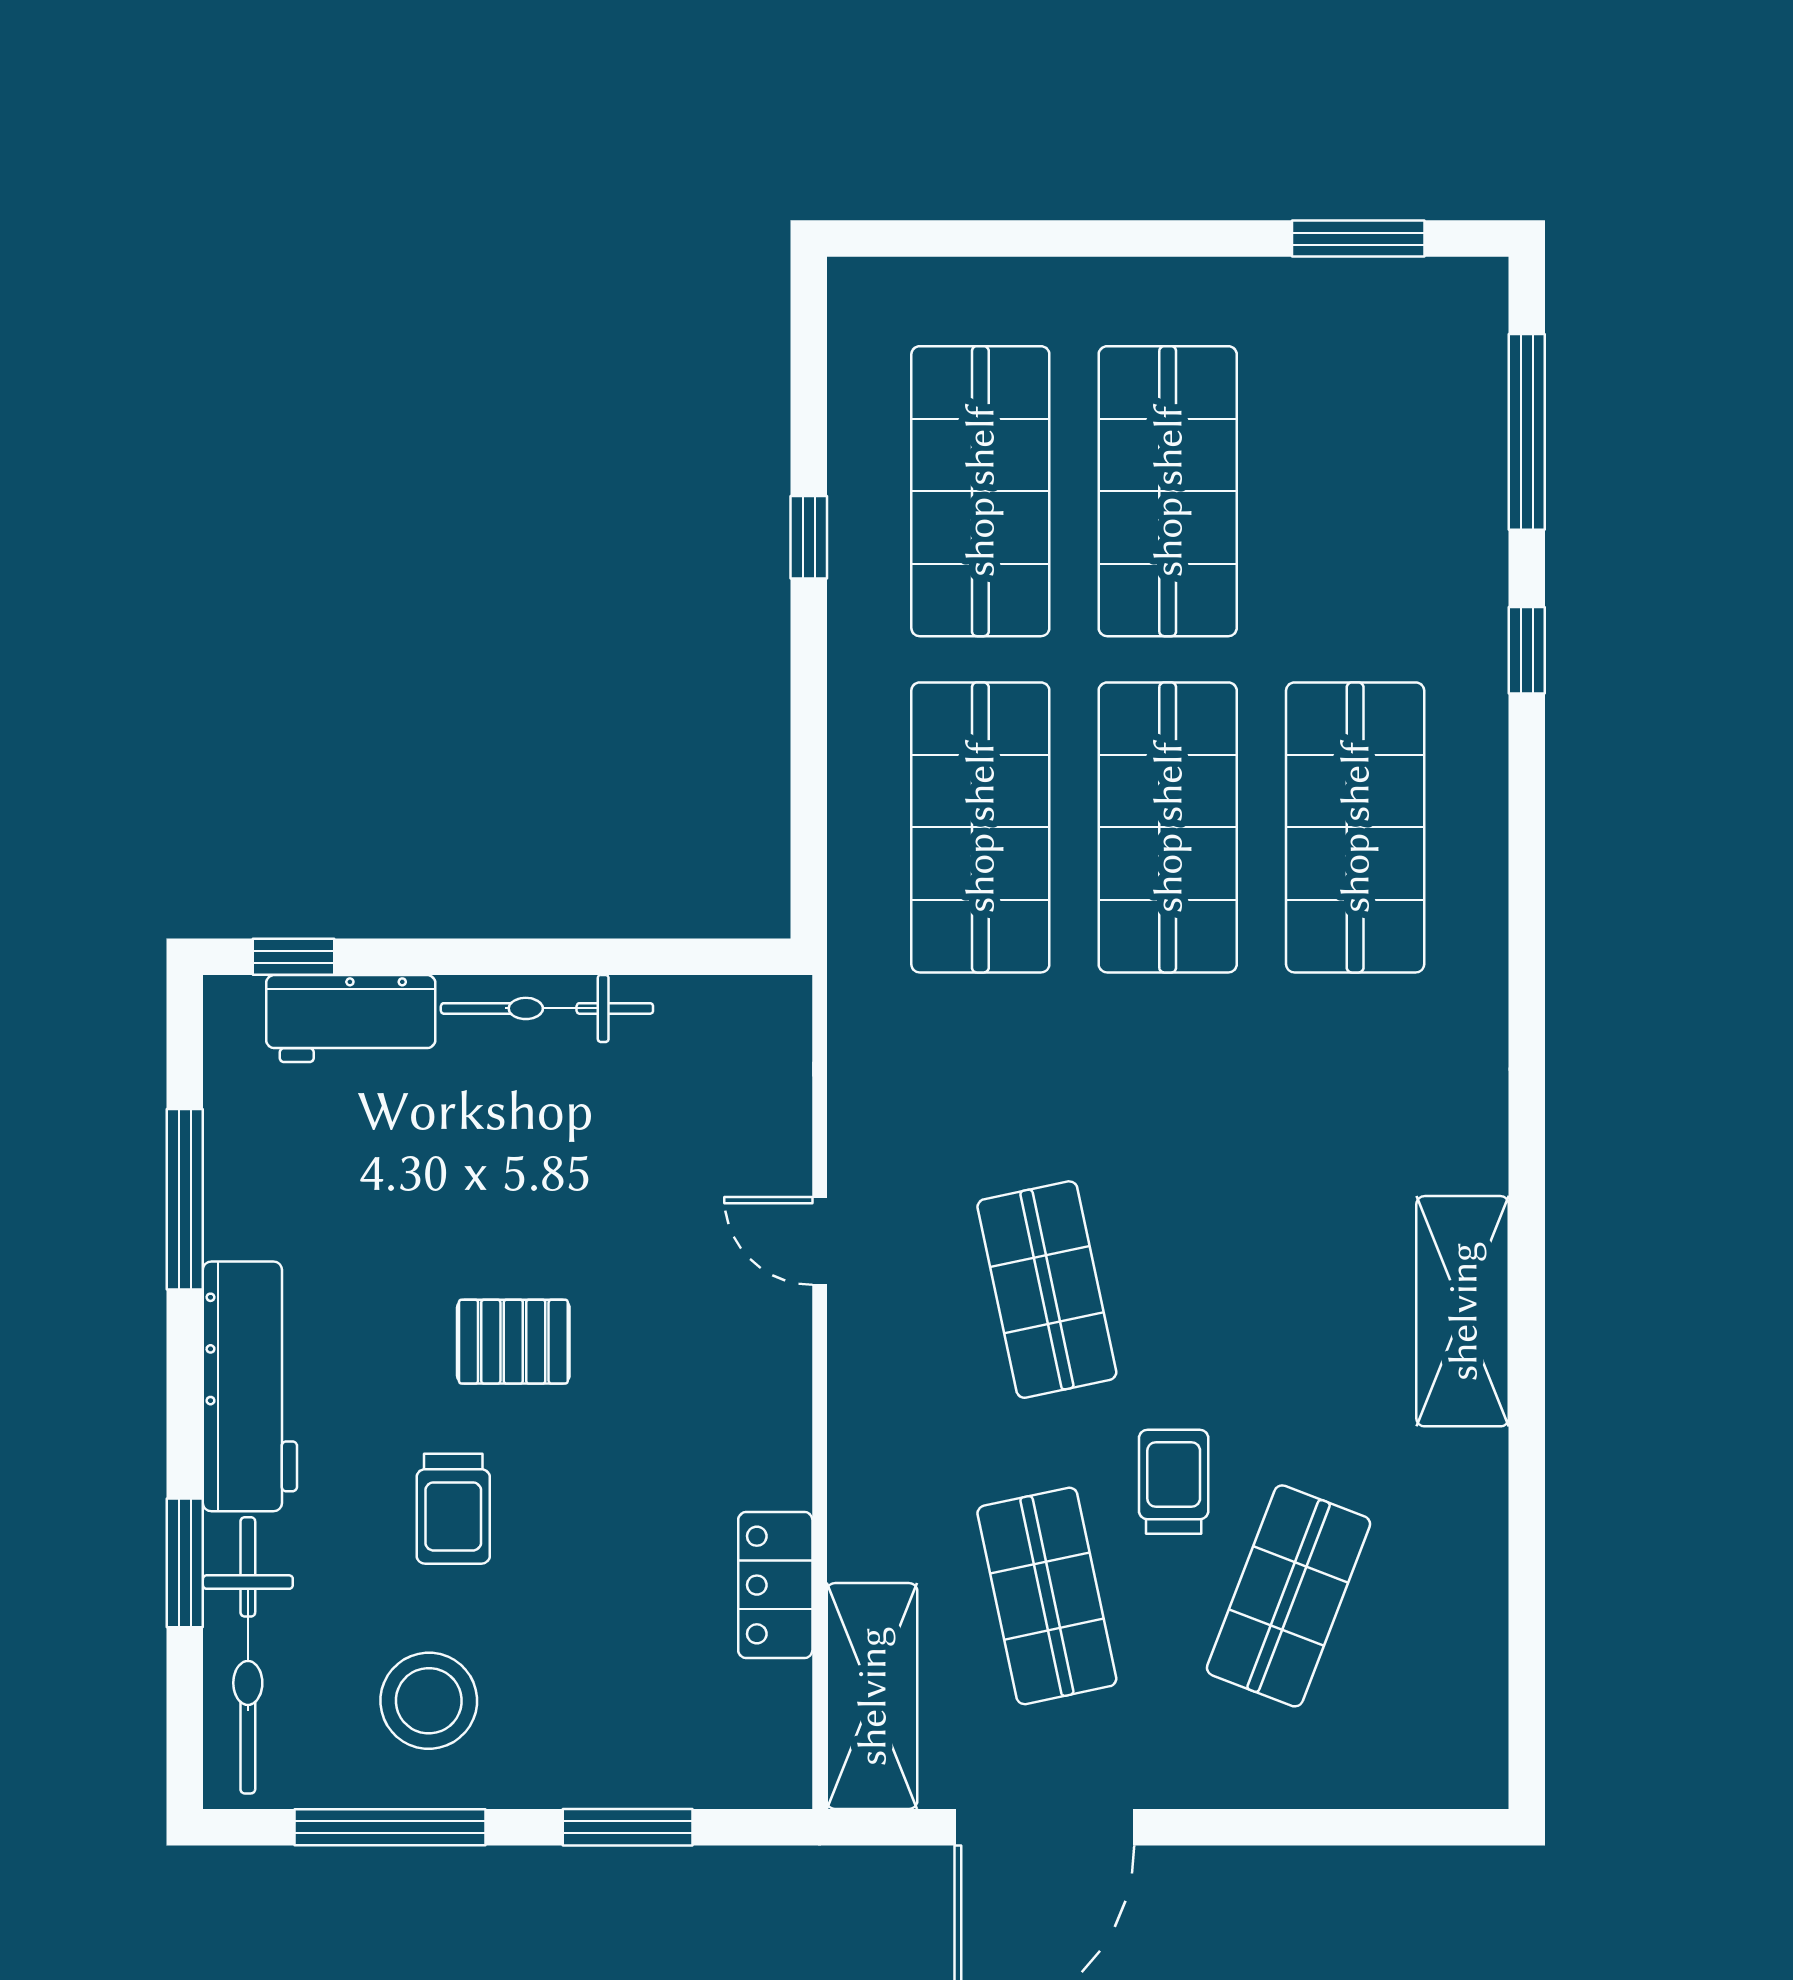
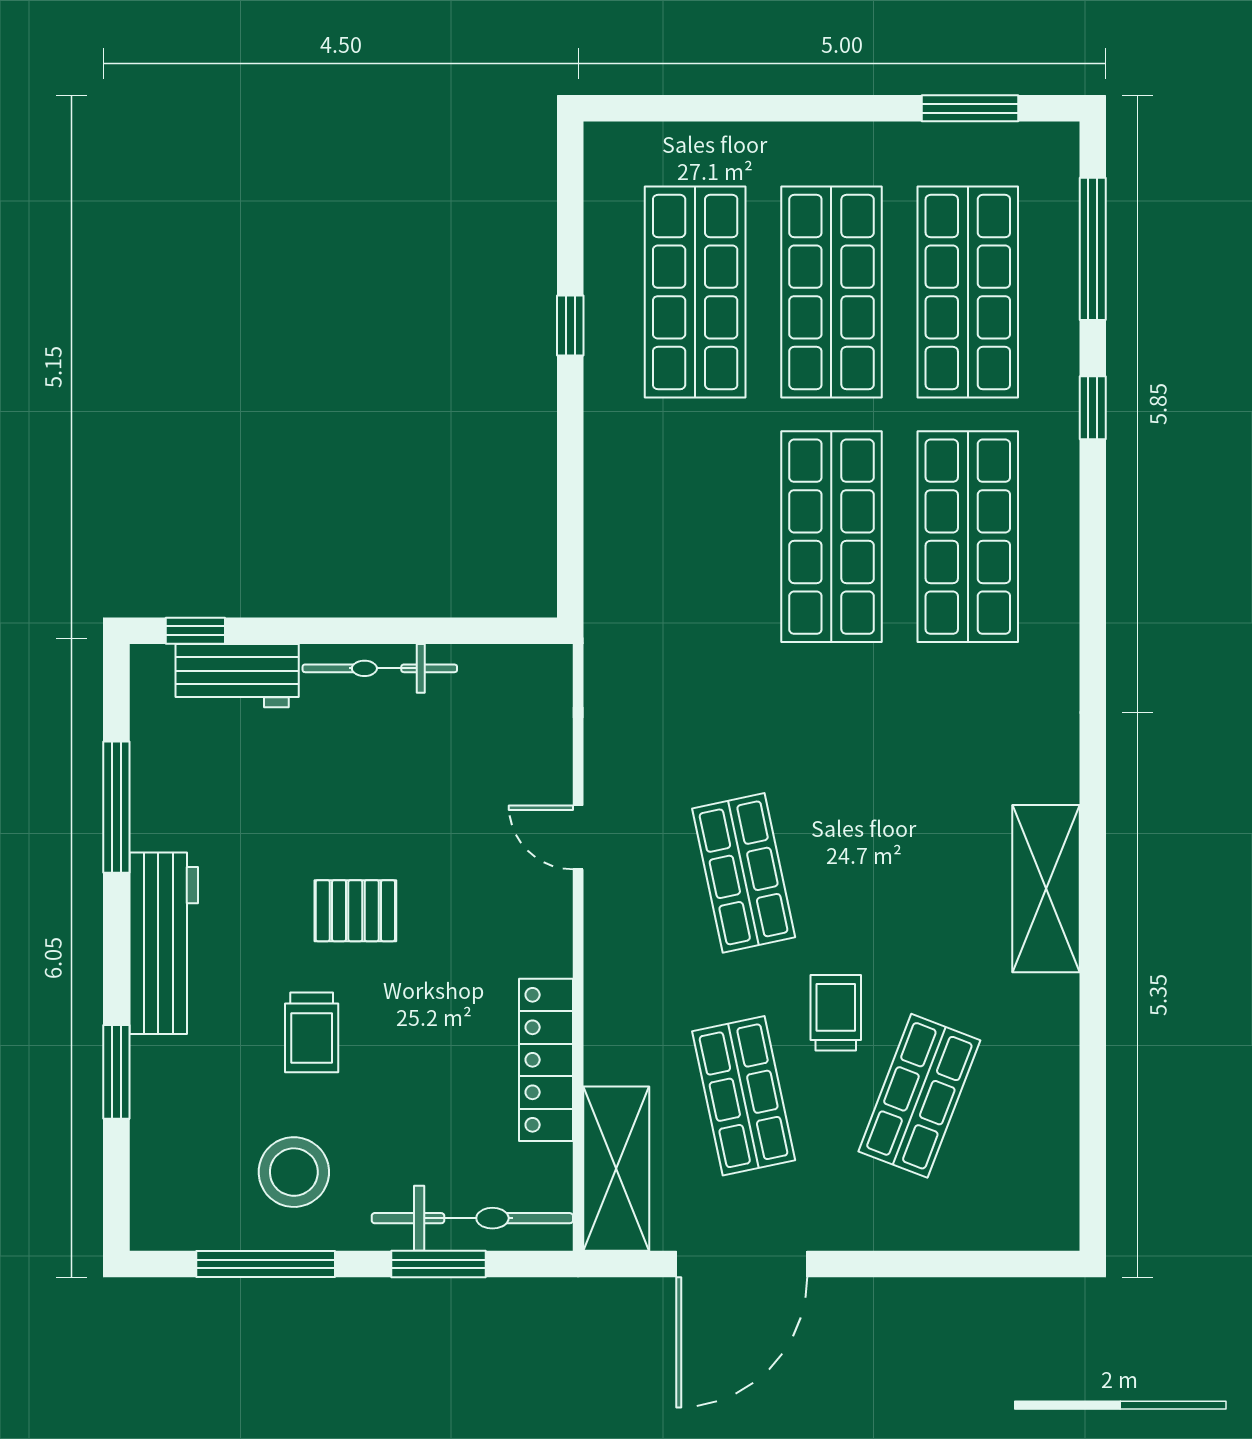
shop shelf: (980, 827) -> (968, 292), moved
locker: (775, 1585) -> (546, 1060), width x1.53
bicycle: (248, 1655) -> (472, 1218), moved, turned -90

